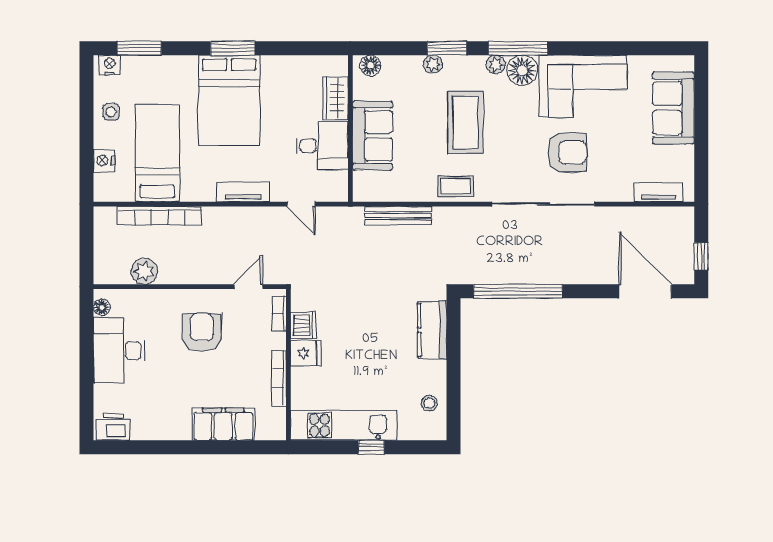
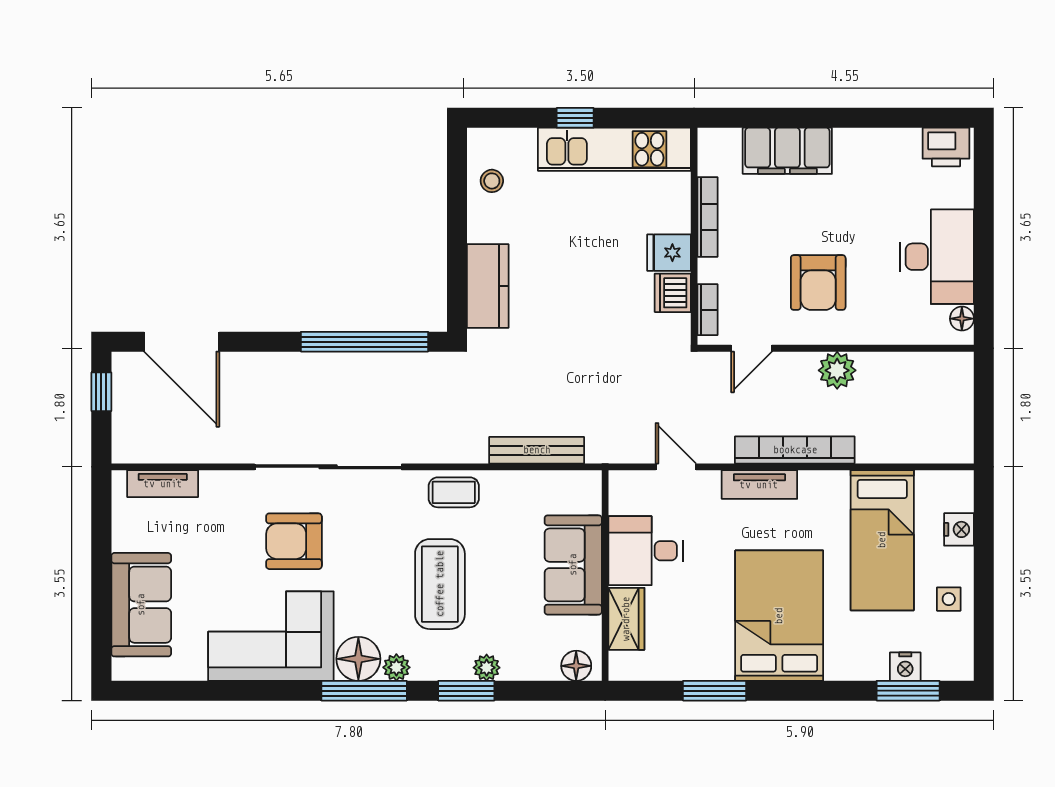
window: (233, 48) -> (715, 691), moved
nightstand: (110, 65) -> (905, 667), moved
bookcase: (159, 216) -> (795, 450), moved
plant: (144, 271) -> (837, 370), moved

